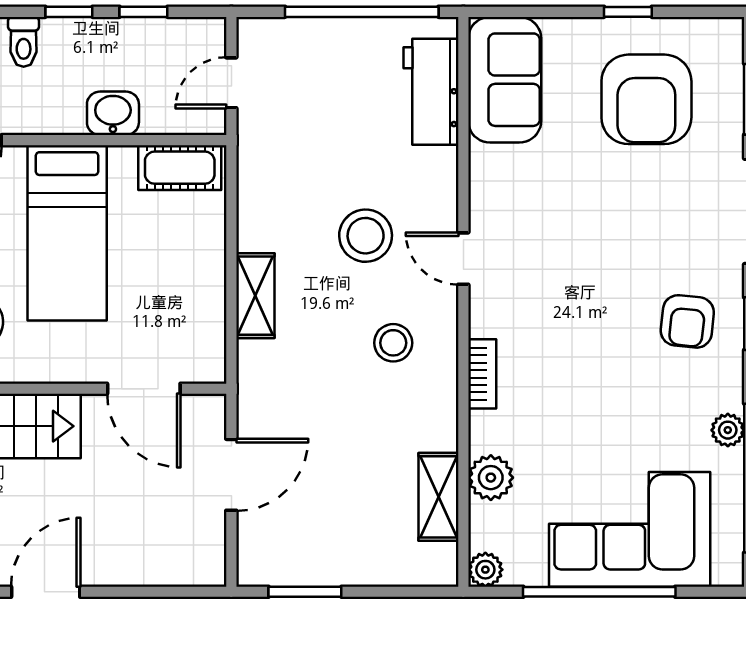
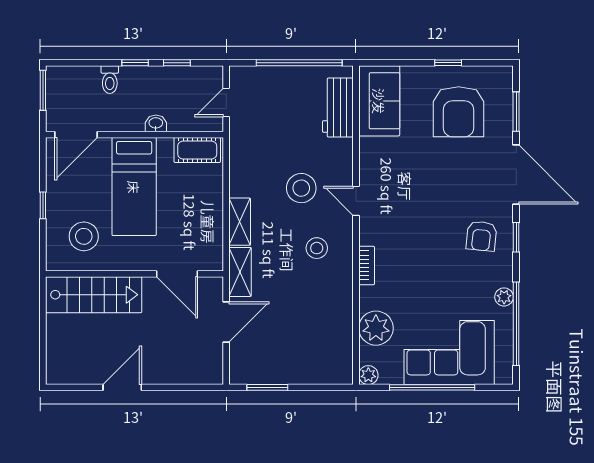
washbasin: (113, 113) -> (156, 123), width x0.72, depth x0.69
plant: (491, 478) -> (376, 328), width x1.36, depth x1.36
shelving: (439, 497) -> (240, 272), moved

